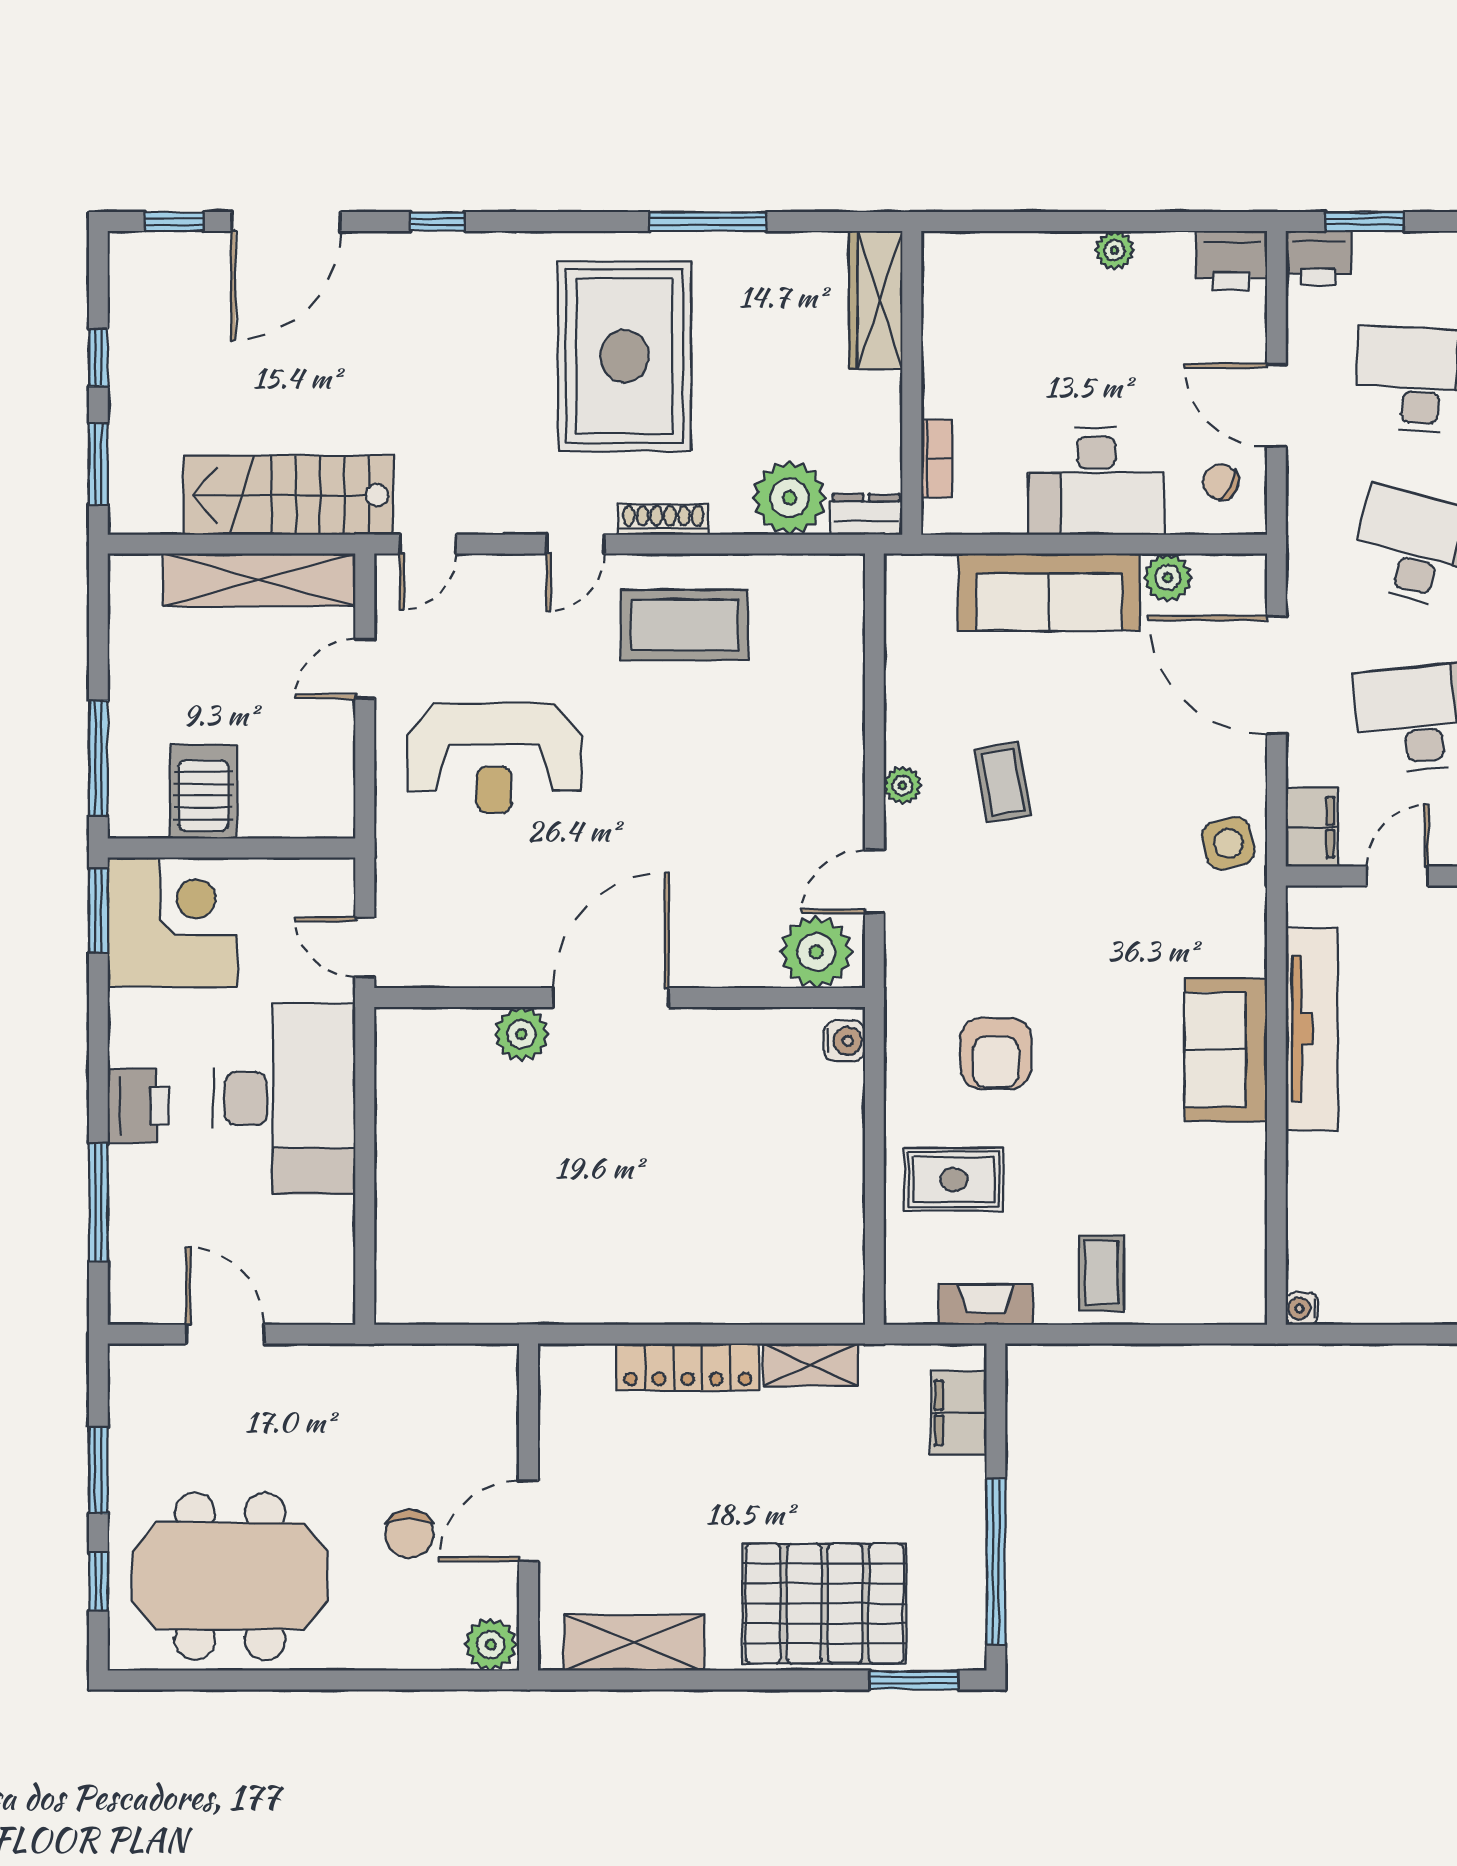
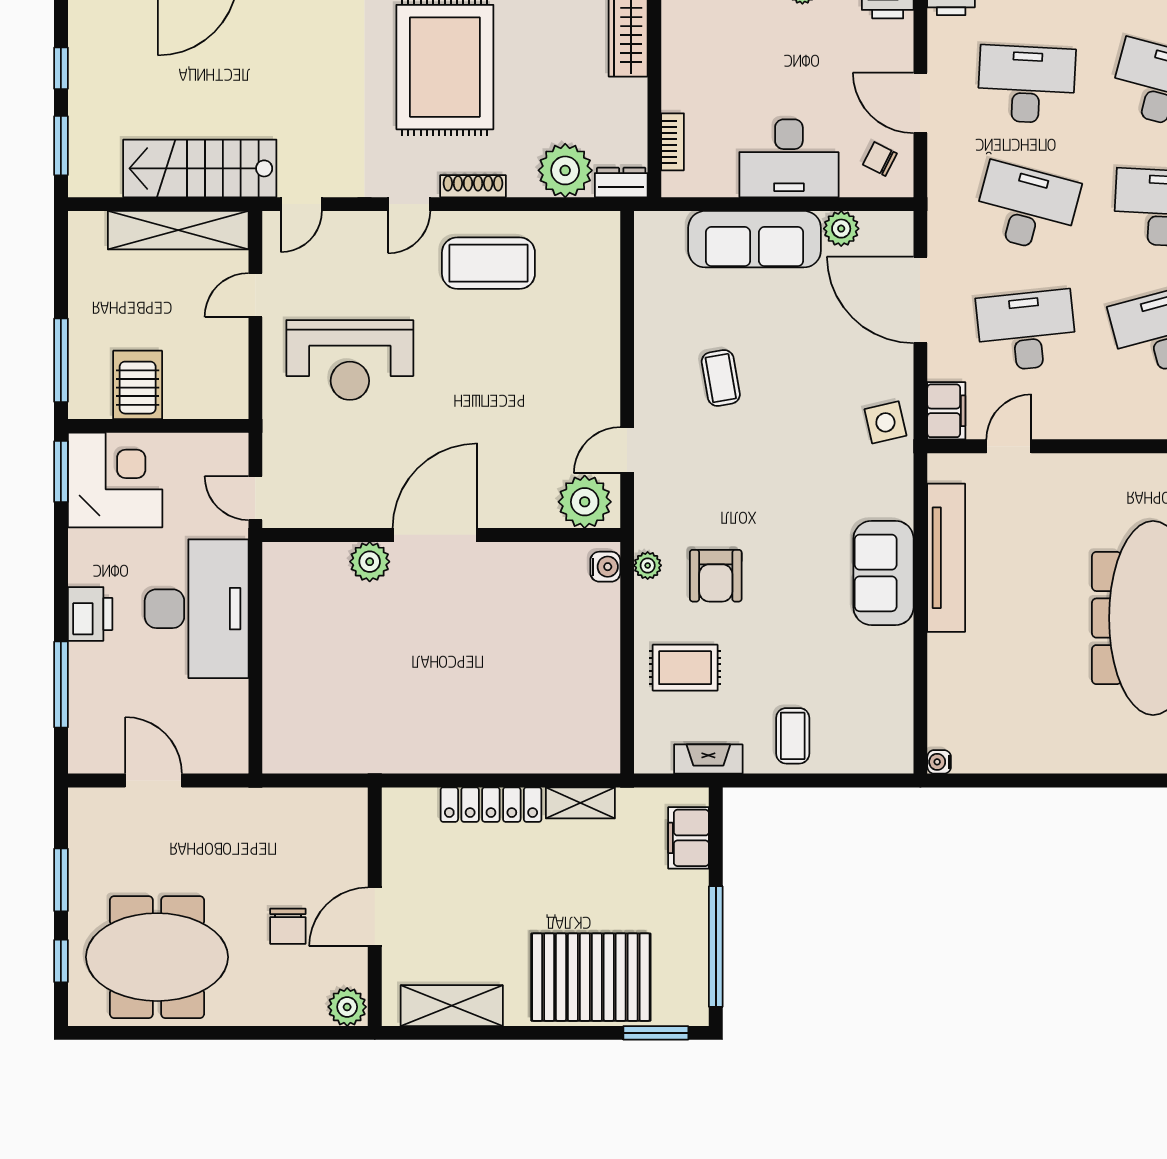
plant: (902, 786) -> (648, 565), moved

